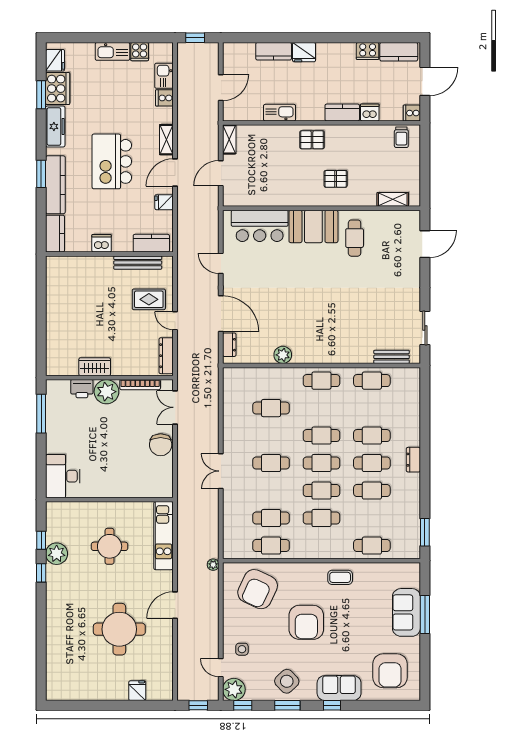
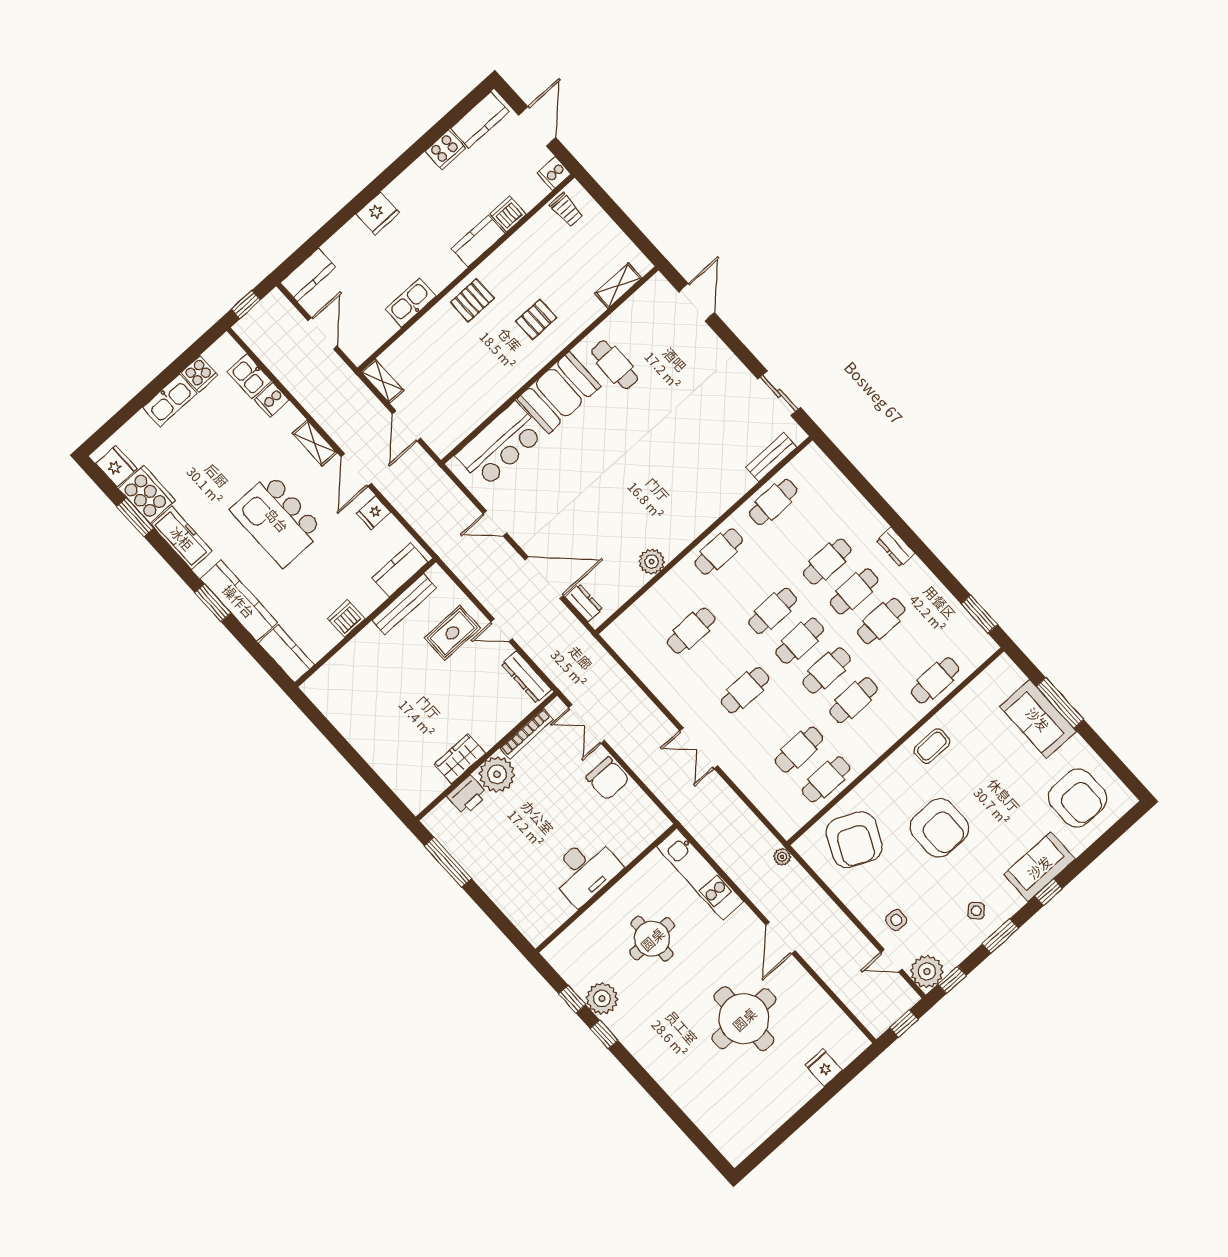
kitchen counter: (274, 51) -> (308, 275), moved
desk: (63, 476) -> (585, 870), moved, turned -90
side table: (287, 681) -> (976, 911), width x0.54, depth x0.54

